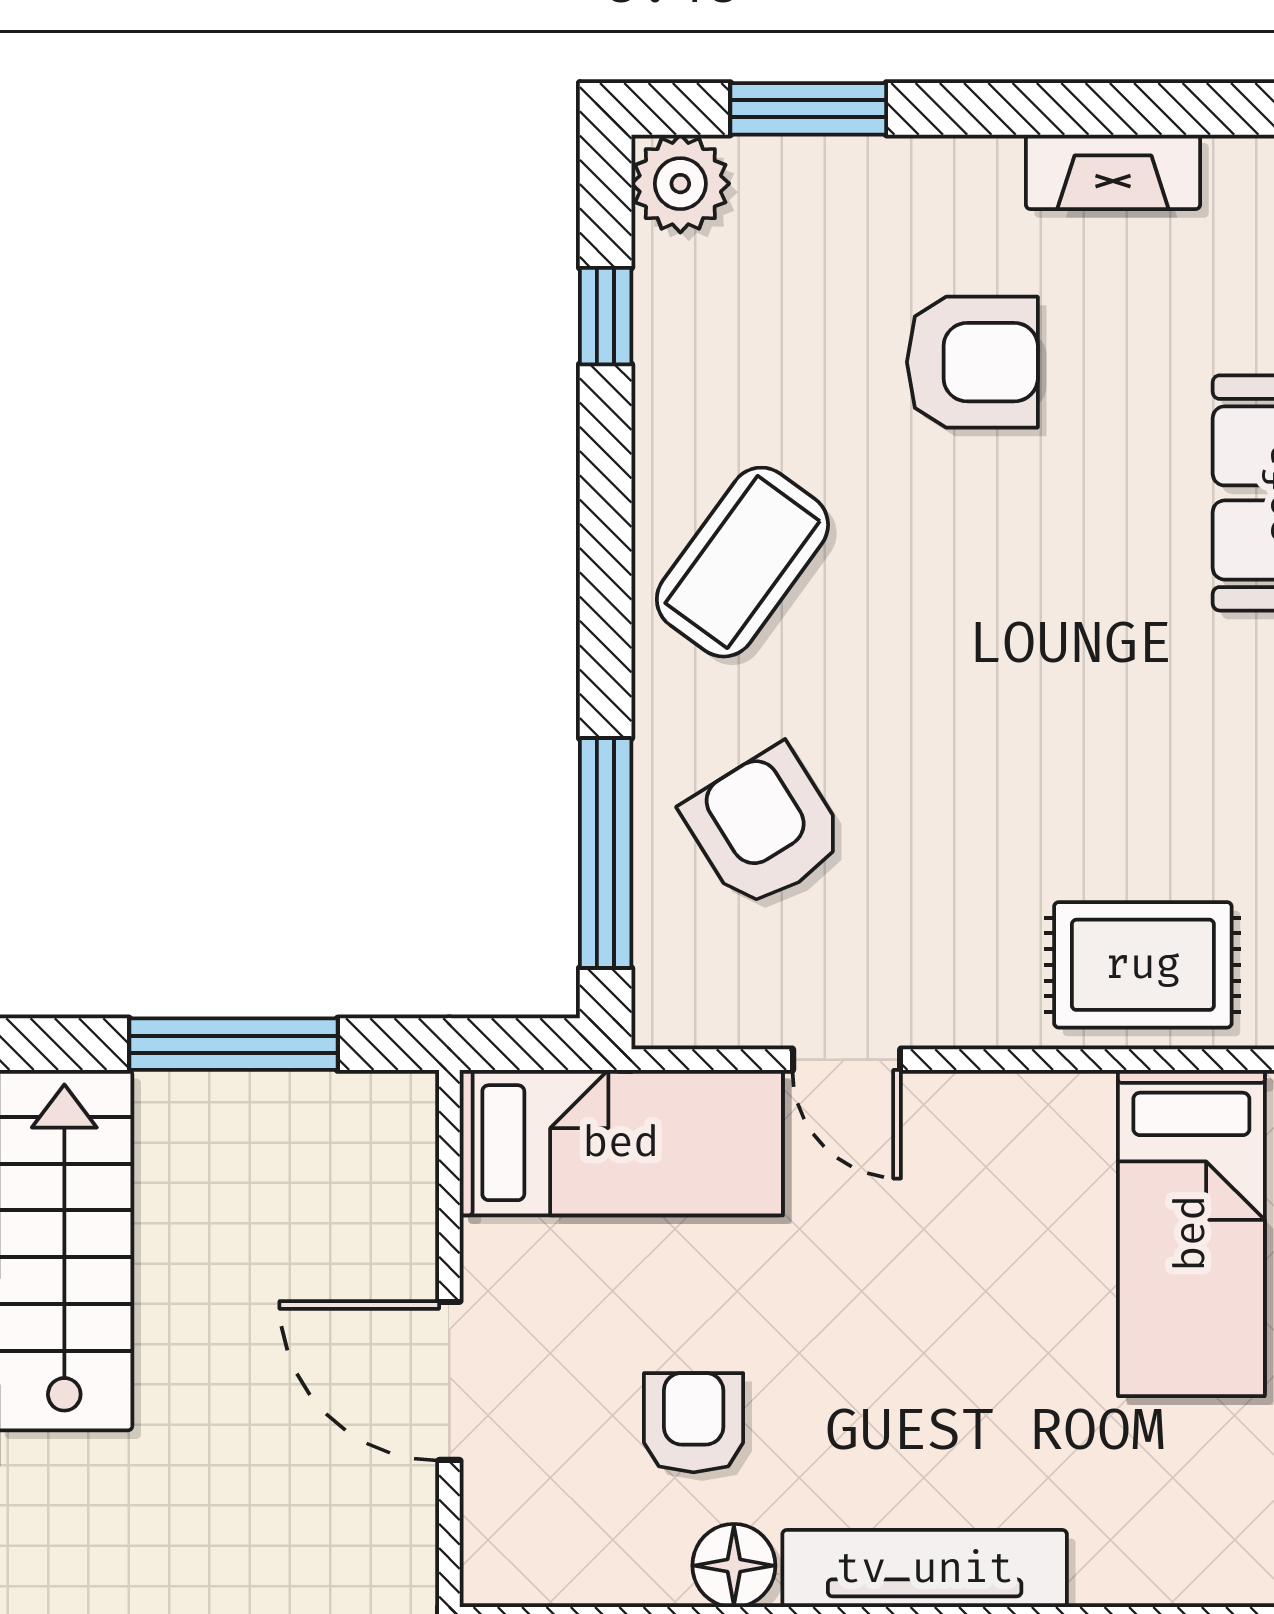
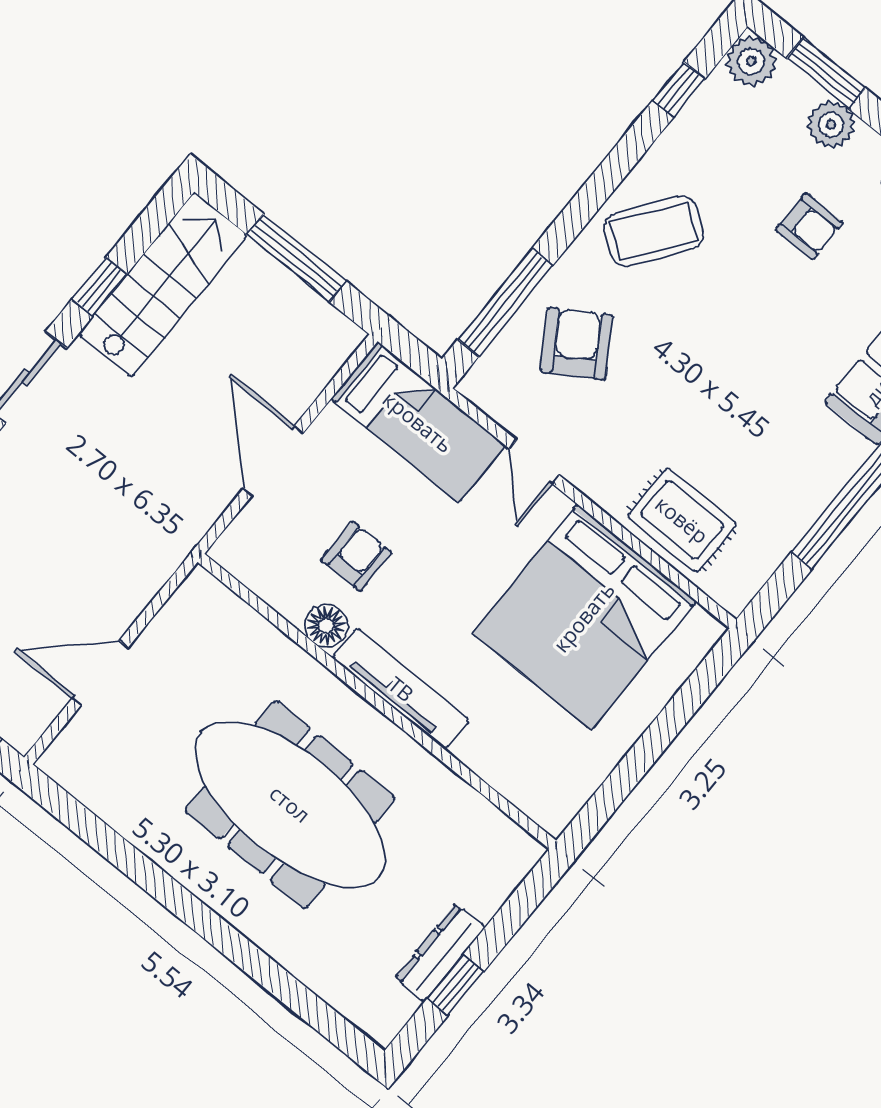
plant: (880, 181) -> (831, 125), added
armchair: (972, 362) -> (809, 226), width x0.72, depth x0.72
bed: (1191, 1233) -> (584, 617), width x2.04

